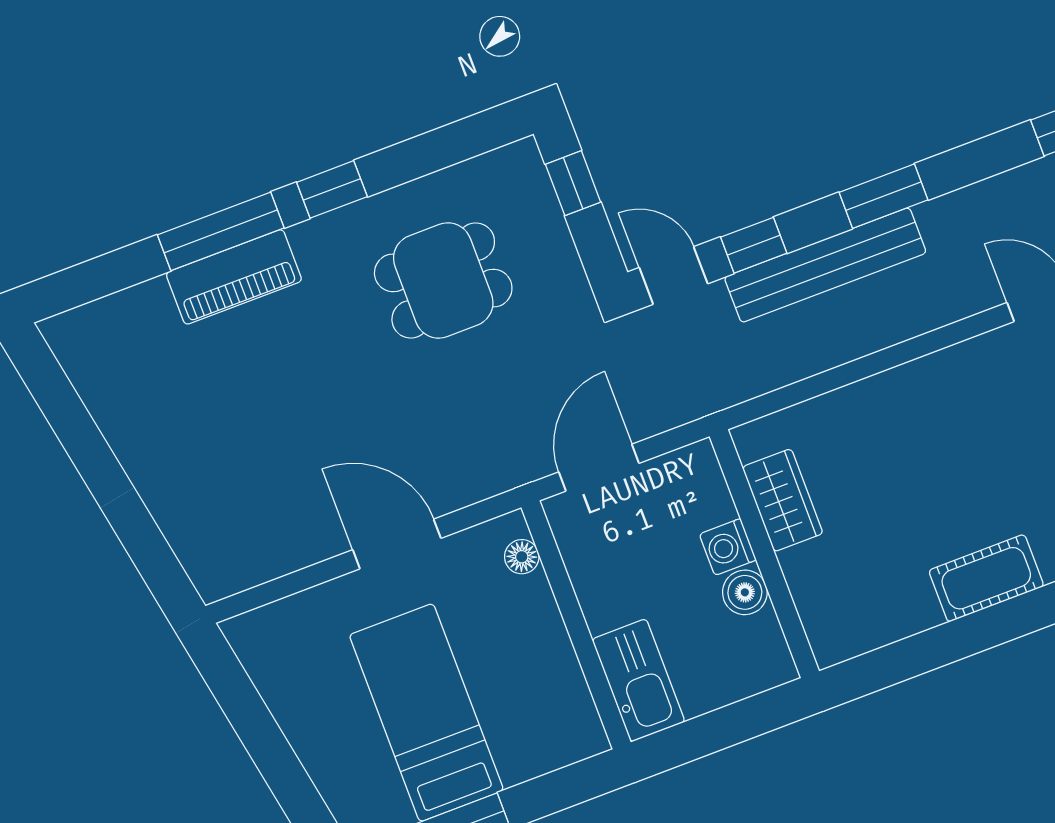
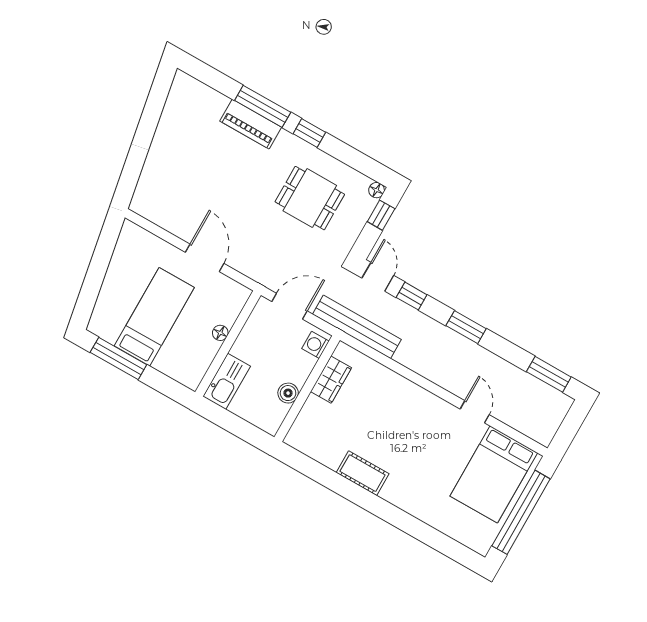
floor lamp: (524, 156) -> (377, 190), added
bench: (825, 265) -> (357, 327), moved
washing machine: (728, 547) -> (315, 345), moved
floor lamp: (522, 557) -> (220, 333), moved

